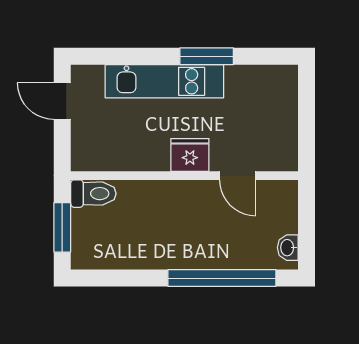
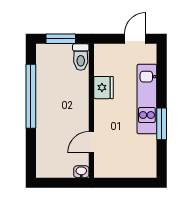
fridge: (190, 155) -> (104, 88), moved
washbasin: (288, 248) -> (81, 172), moved
window: (222, 278) -> (31, 96), moved

